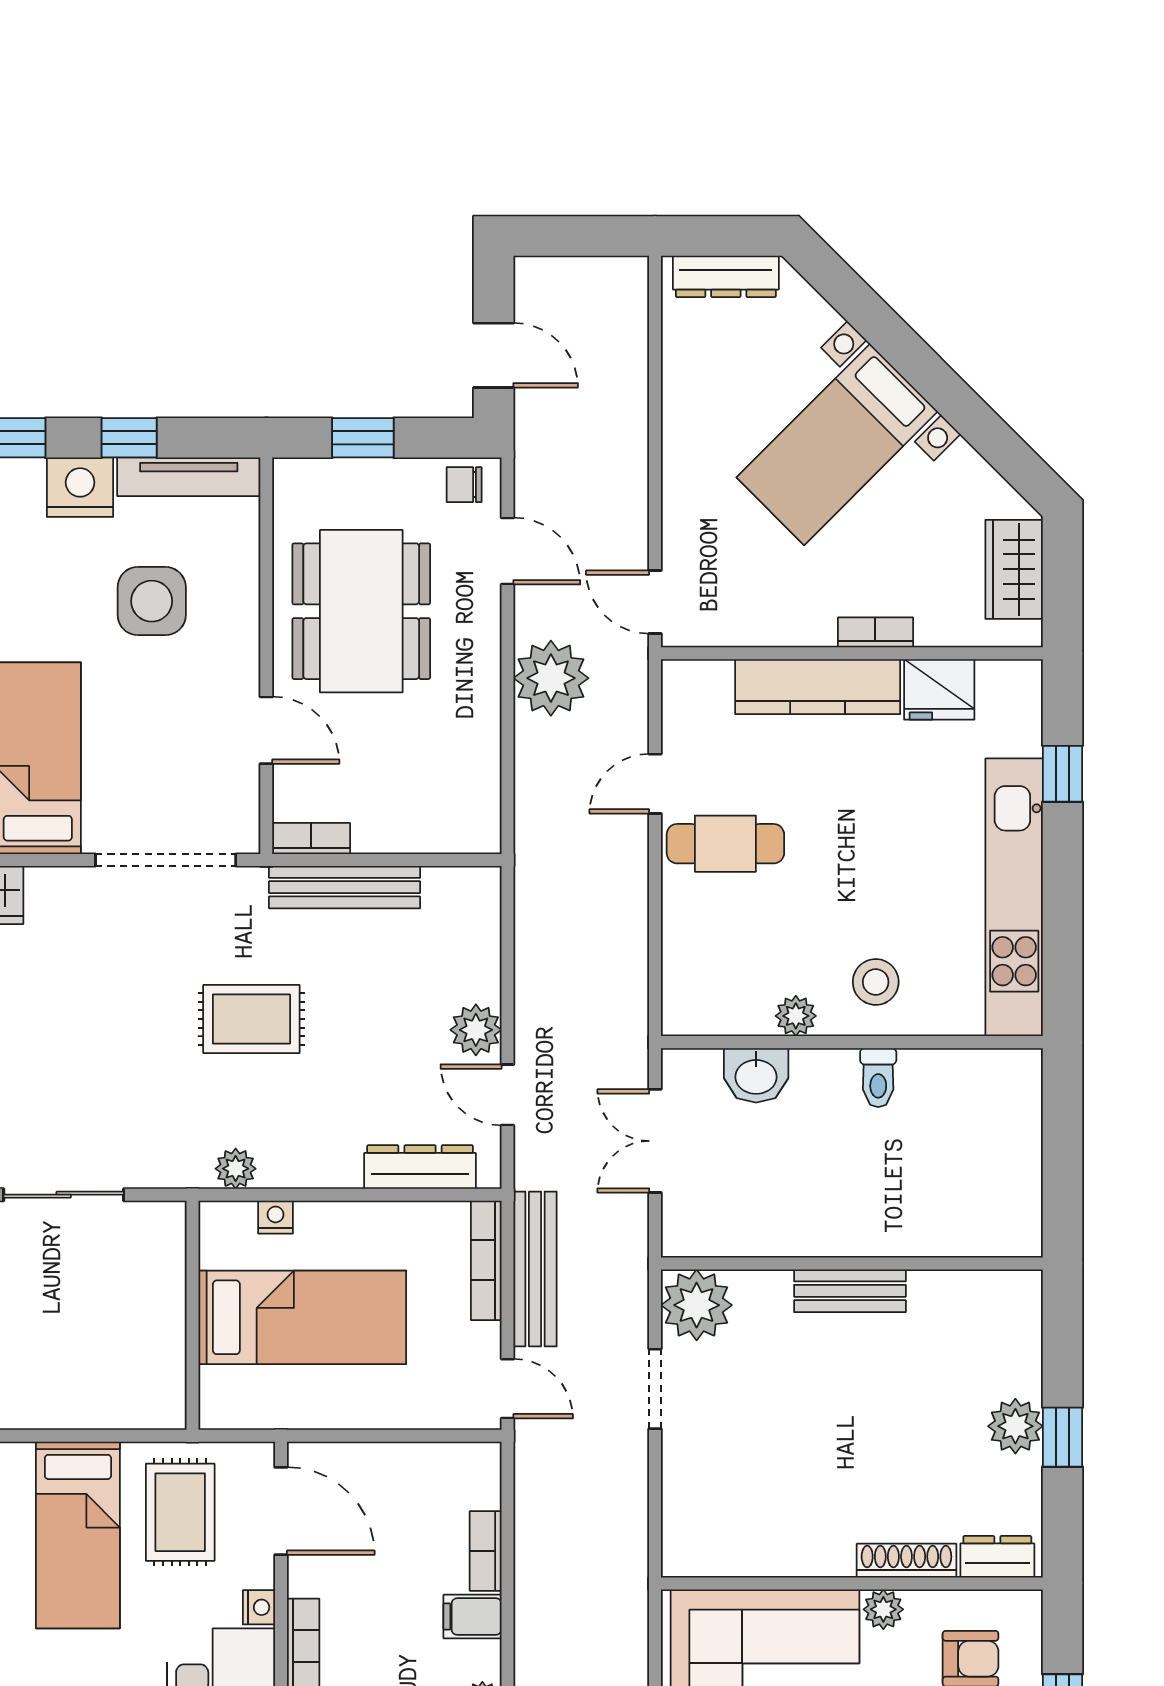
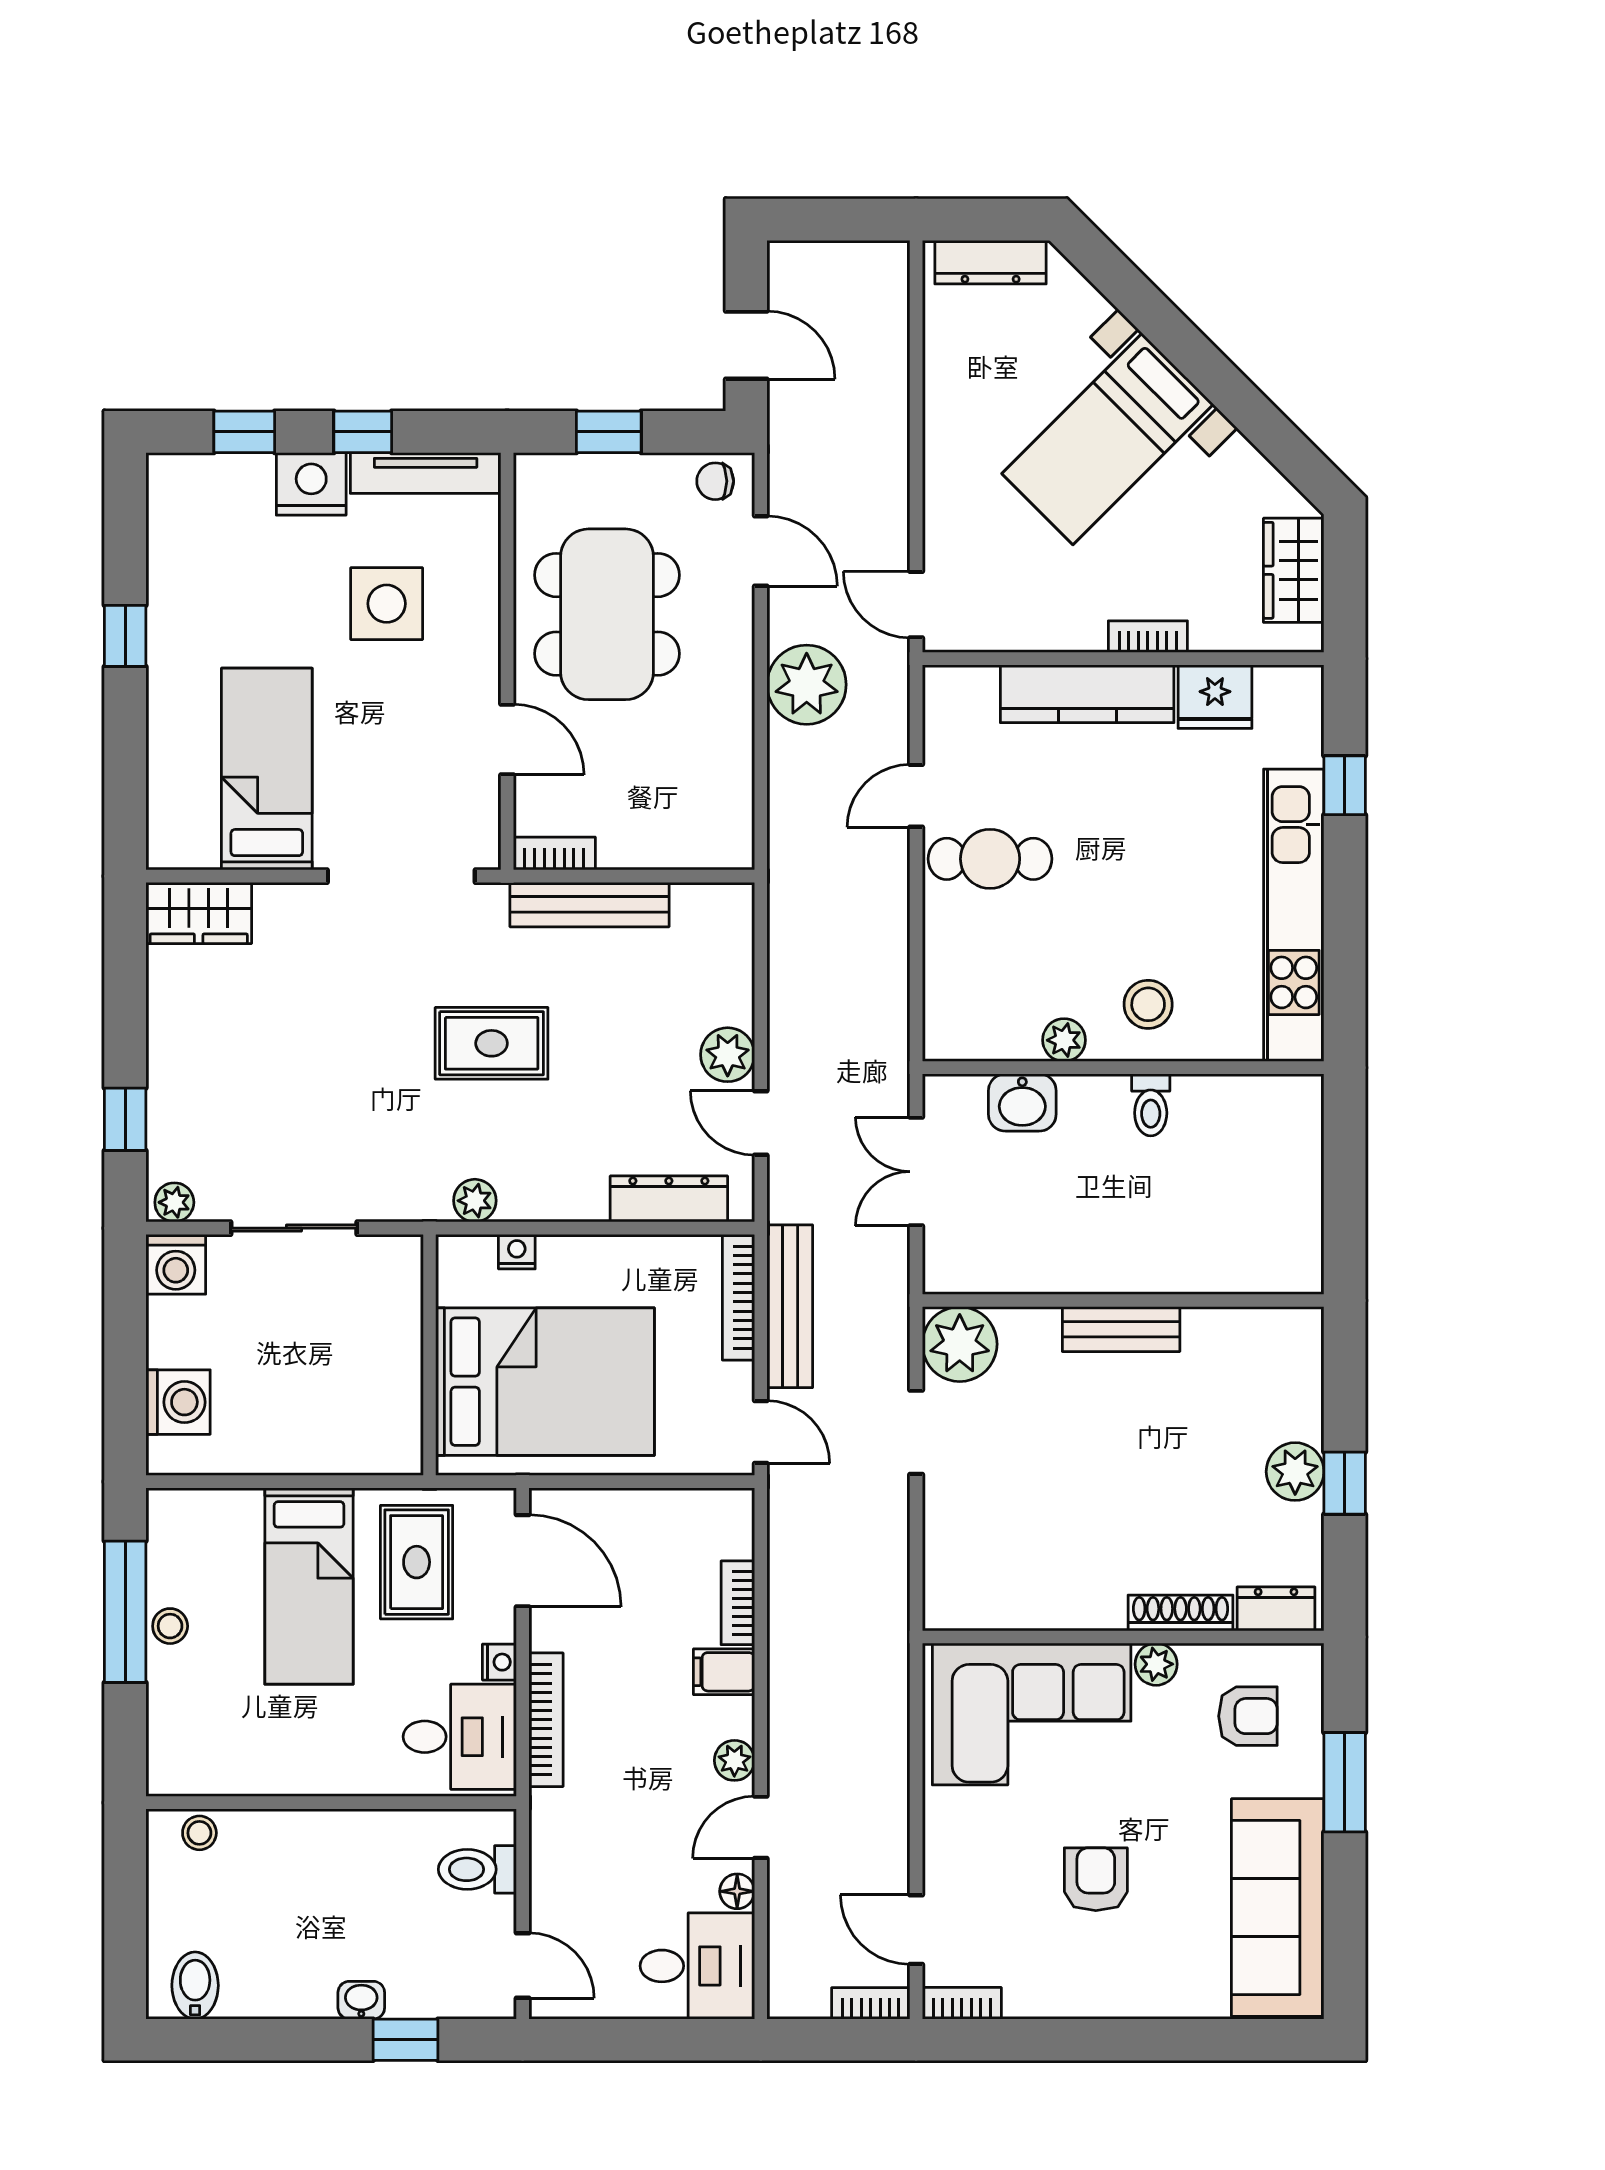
bed: (302, 1317) -> (545, 1382), width x1.50

